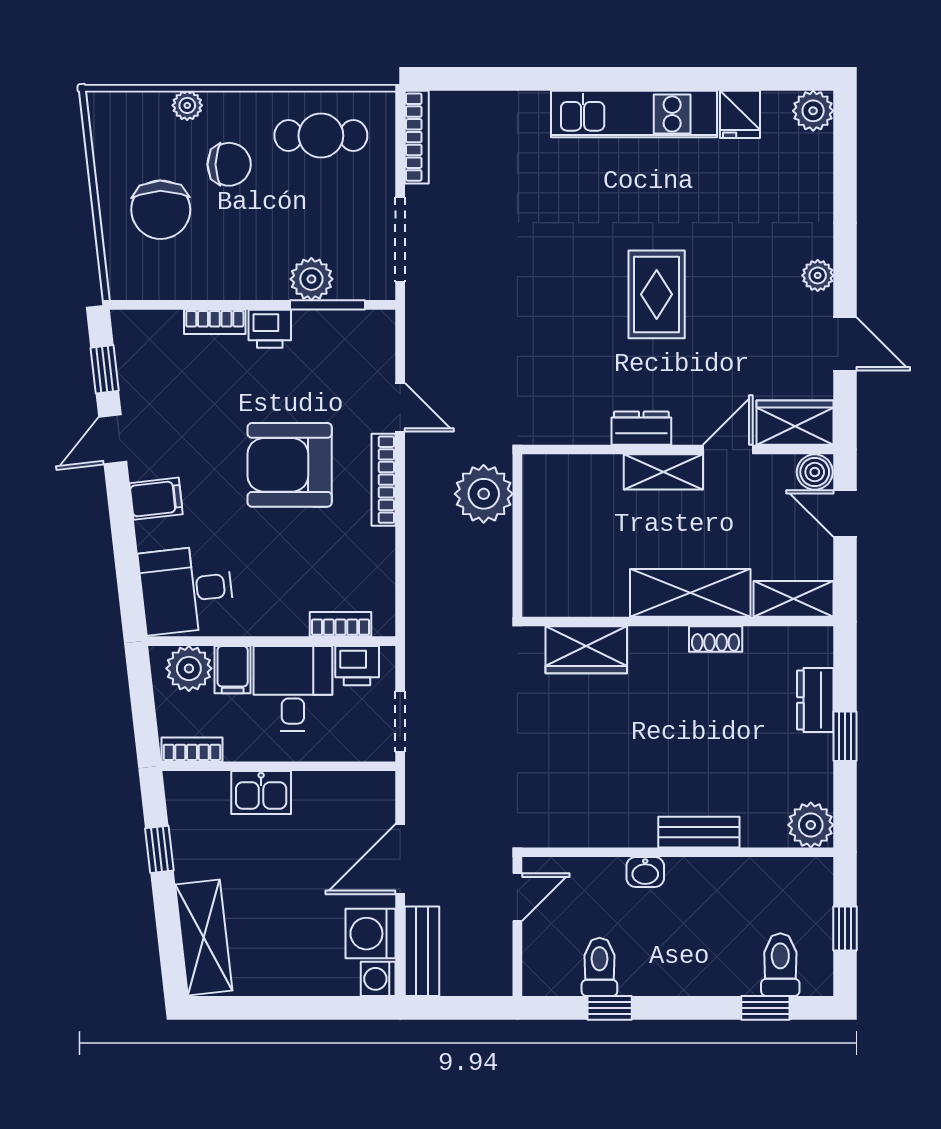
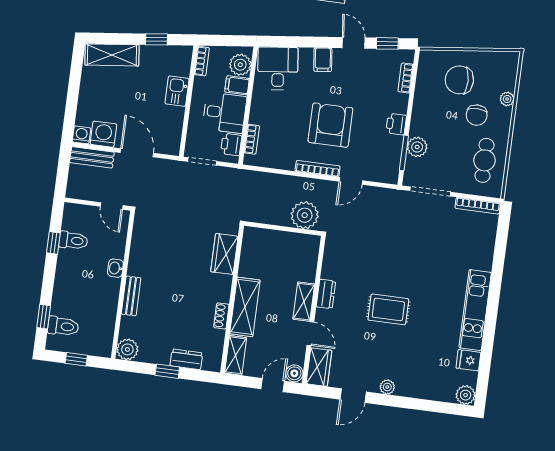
bookcase: (215, 322) -> (406, 78), moved

